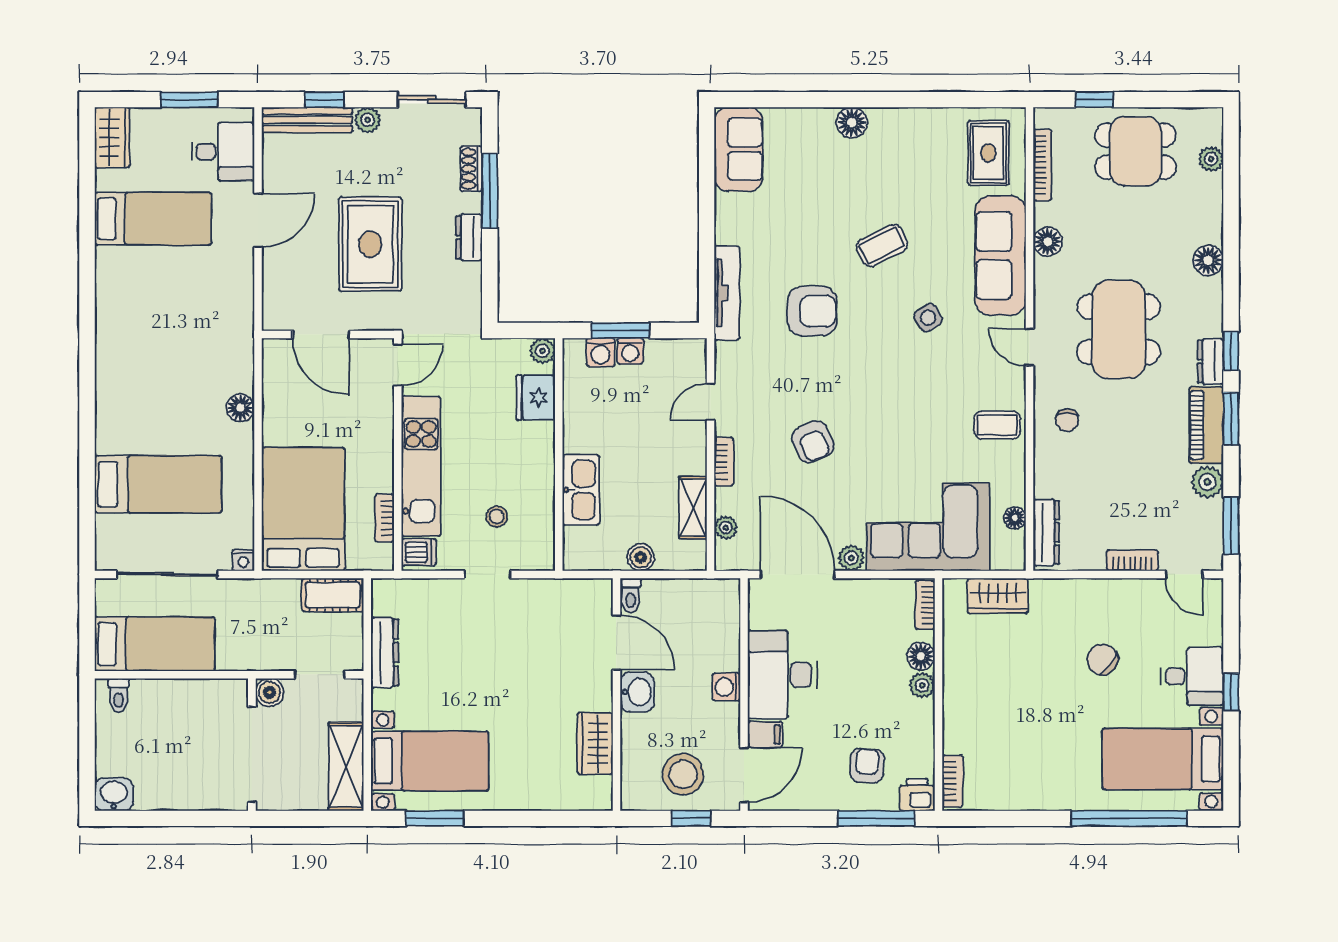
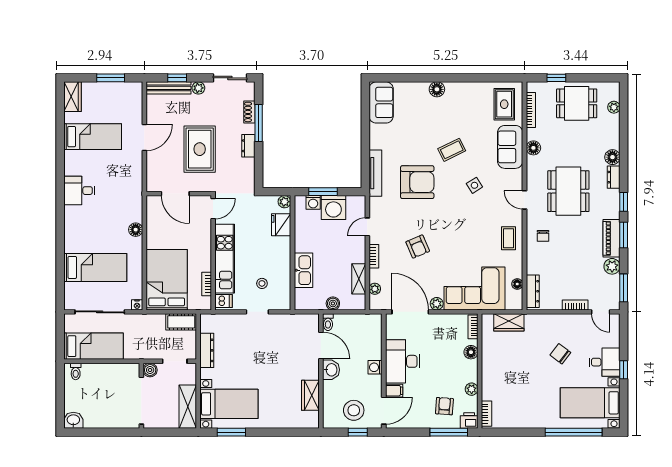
desk: (223, 152) -> (79, 191), moved, turned 180
sofa: (1001, 255) -> (510, 147), width x0.73
armchair: (812, 311) -> (417, 182), width x1.36, depth x1.36
washing machine: (630, 351) -> (333, 208), width x1.89, depth x1.89
dresser: (1211, 362) -> (614, 177), moved
coffee table: (997, 425) -> (509, 238), turned 90
plant: (922, 685) -> (472, 389), moved

